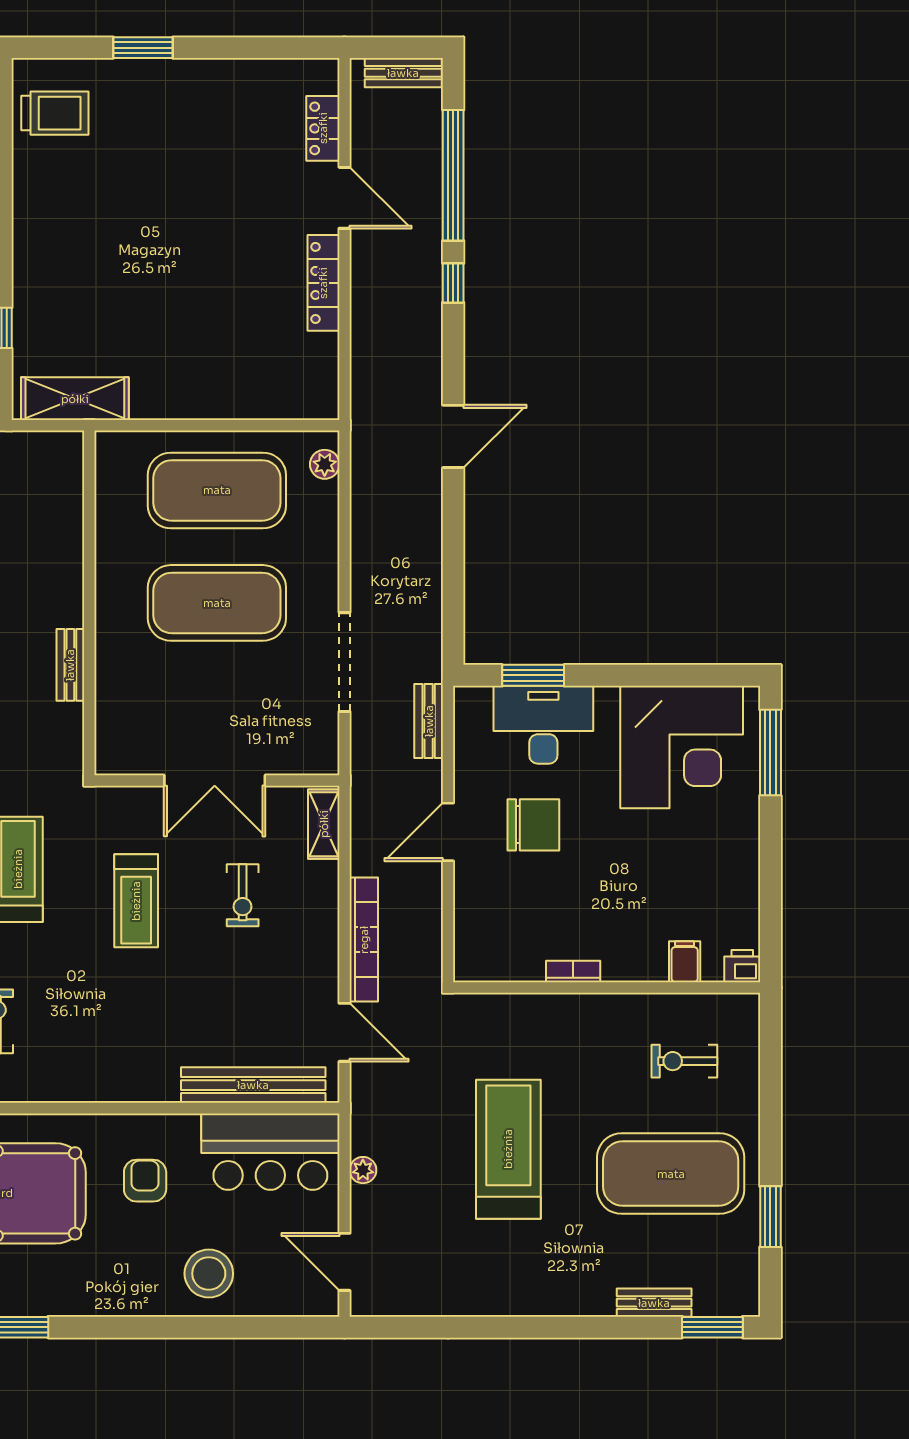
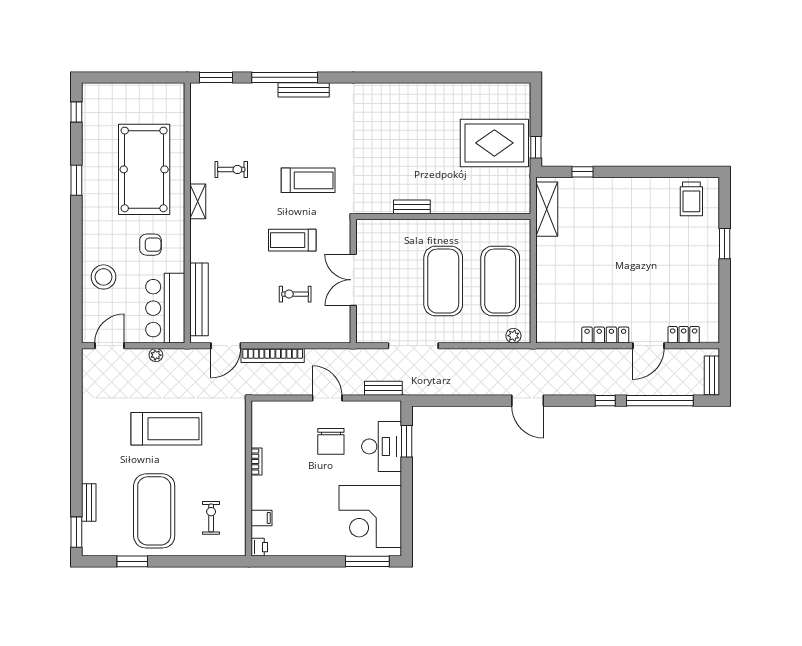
shelving: (324, 824) -> (198, 201), moved, turned 90

